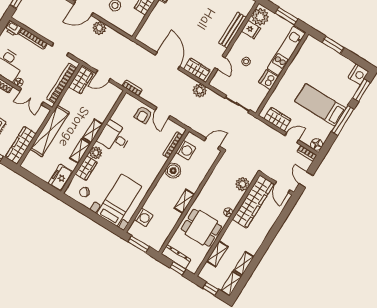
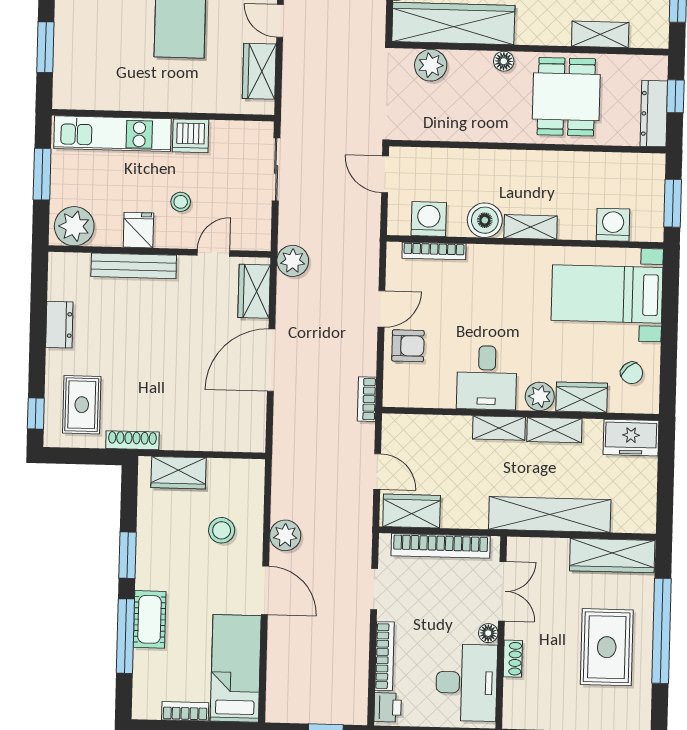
fridge: (251, 30) -> (138, 230), moved
shelving: (184, 201) -> (531, 227), moved

